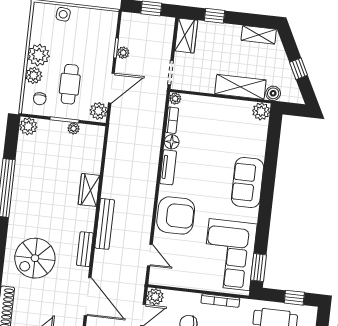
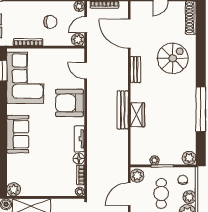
bench: (105, 224) -> (123, 110), moved

